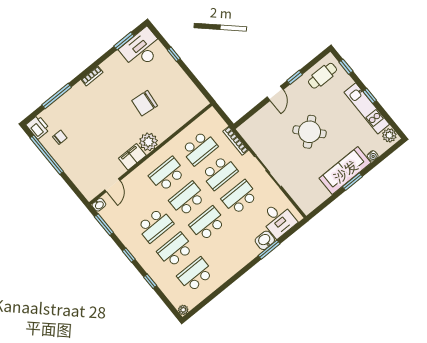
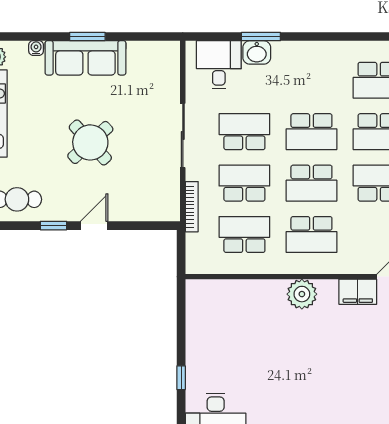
chair: (145, 103) -> (267, 346), removed
filing cabinet: (132, 157) -> (358, 292), moved
school desk: (240, 197) -> (244, 132), turned 180

